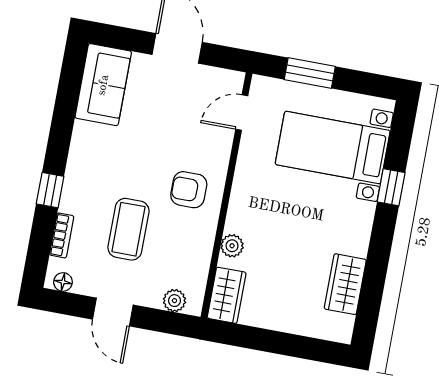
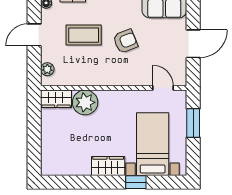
armchair: (189, 190) -> (125, 41), moved, turned 68
plant: (232, 246) -> (85, 102), width x1.87, depth x1.87
wardrobe: (345, 284) -> (108, 166), moved

